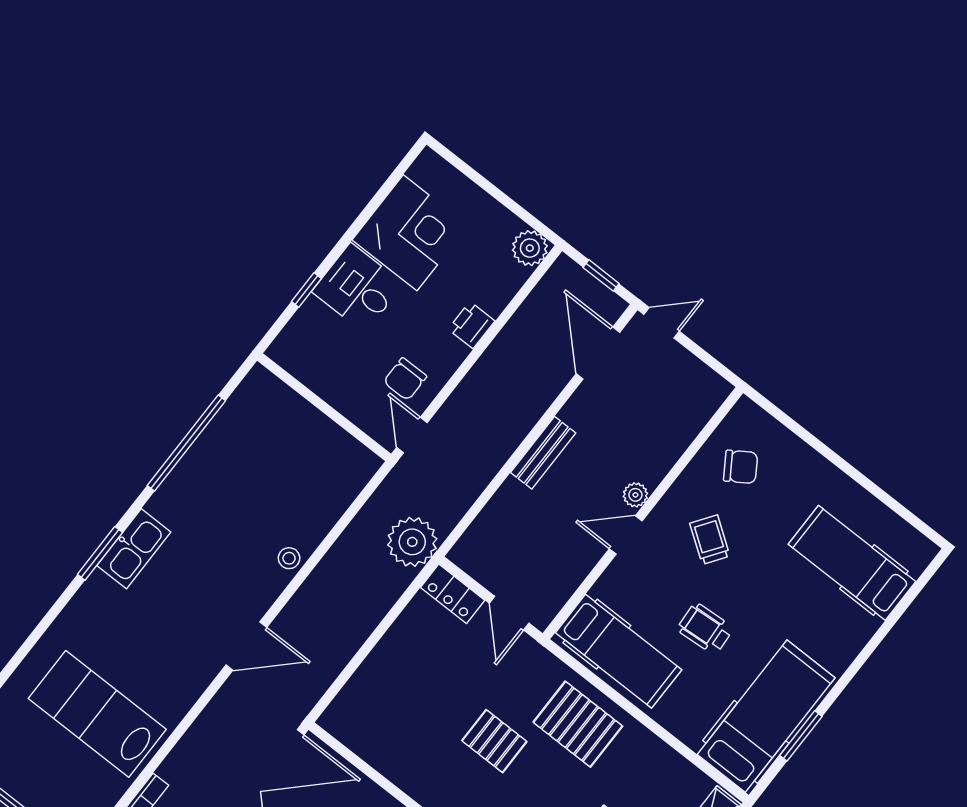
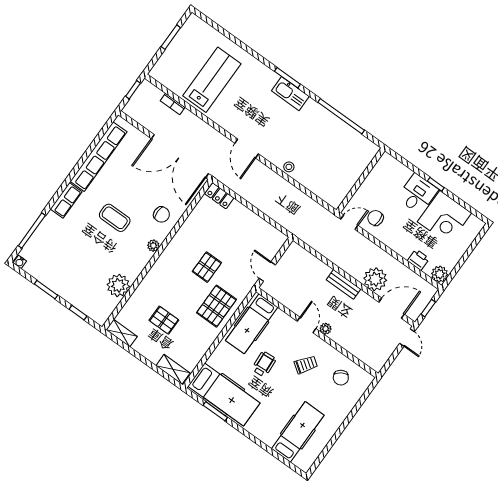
window: (306, 290) -> (436, 184), moved
printer: (471, 325) -> (418, 260), moved
plant: (412, 542) -> (375, 279), moved
locker: (453, 594) -> (219, 196), moved, turned -90
door: (509, 613) -> (267, 272), hinge flipped

